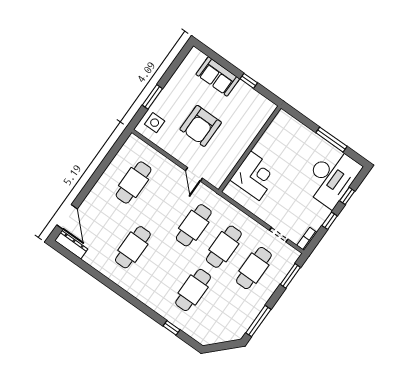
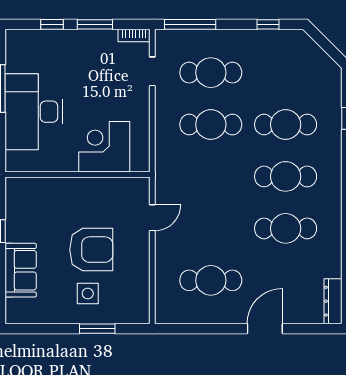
side table: (155, 123) -> (88, 294), moved
desk: (332, 177) -> (34, 112), moved, turned -90
door: (67, 217) -> (265, 329), moved
window: (330, 221) -> (95, 24), width x1.50
cafe table: (194, 225) -> (286, 176), moved
window: (290, 276) -> (190, 24), width x1.44
window: (258, 321) -> (268, 24), width x0.46

